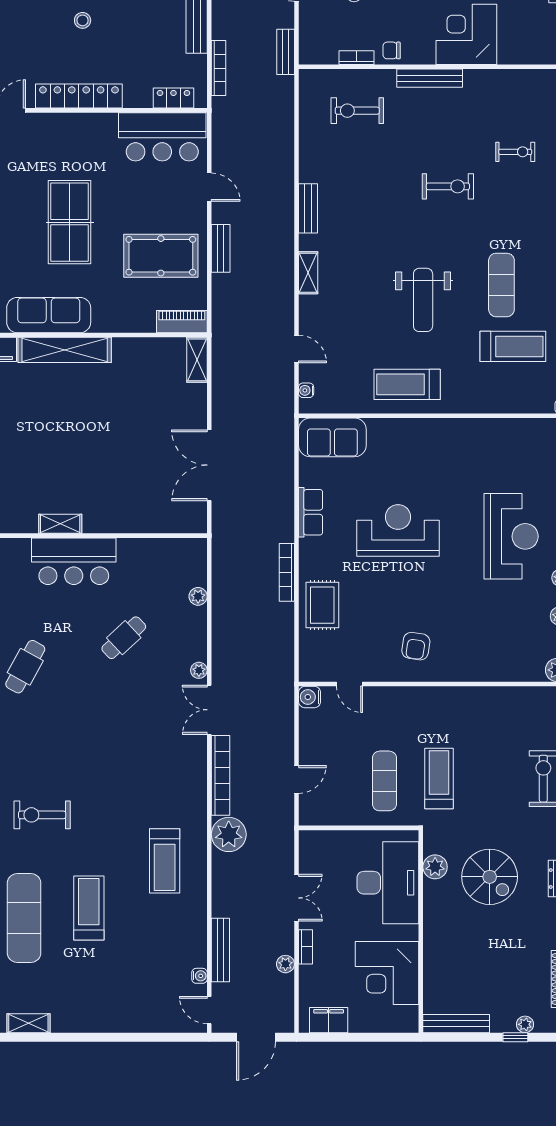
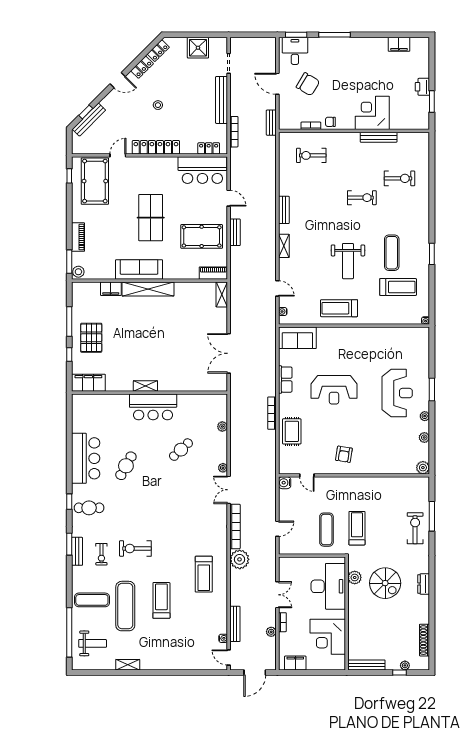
bench: (430, 78) -> (379, 137), moved
exercise bike: (515, 152) -> (399, 178), width x1.38, depth x1.39
reception desk: (398, 530) -> (334, 390), turned 180

